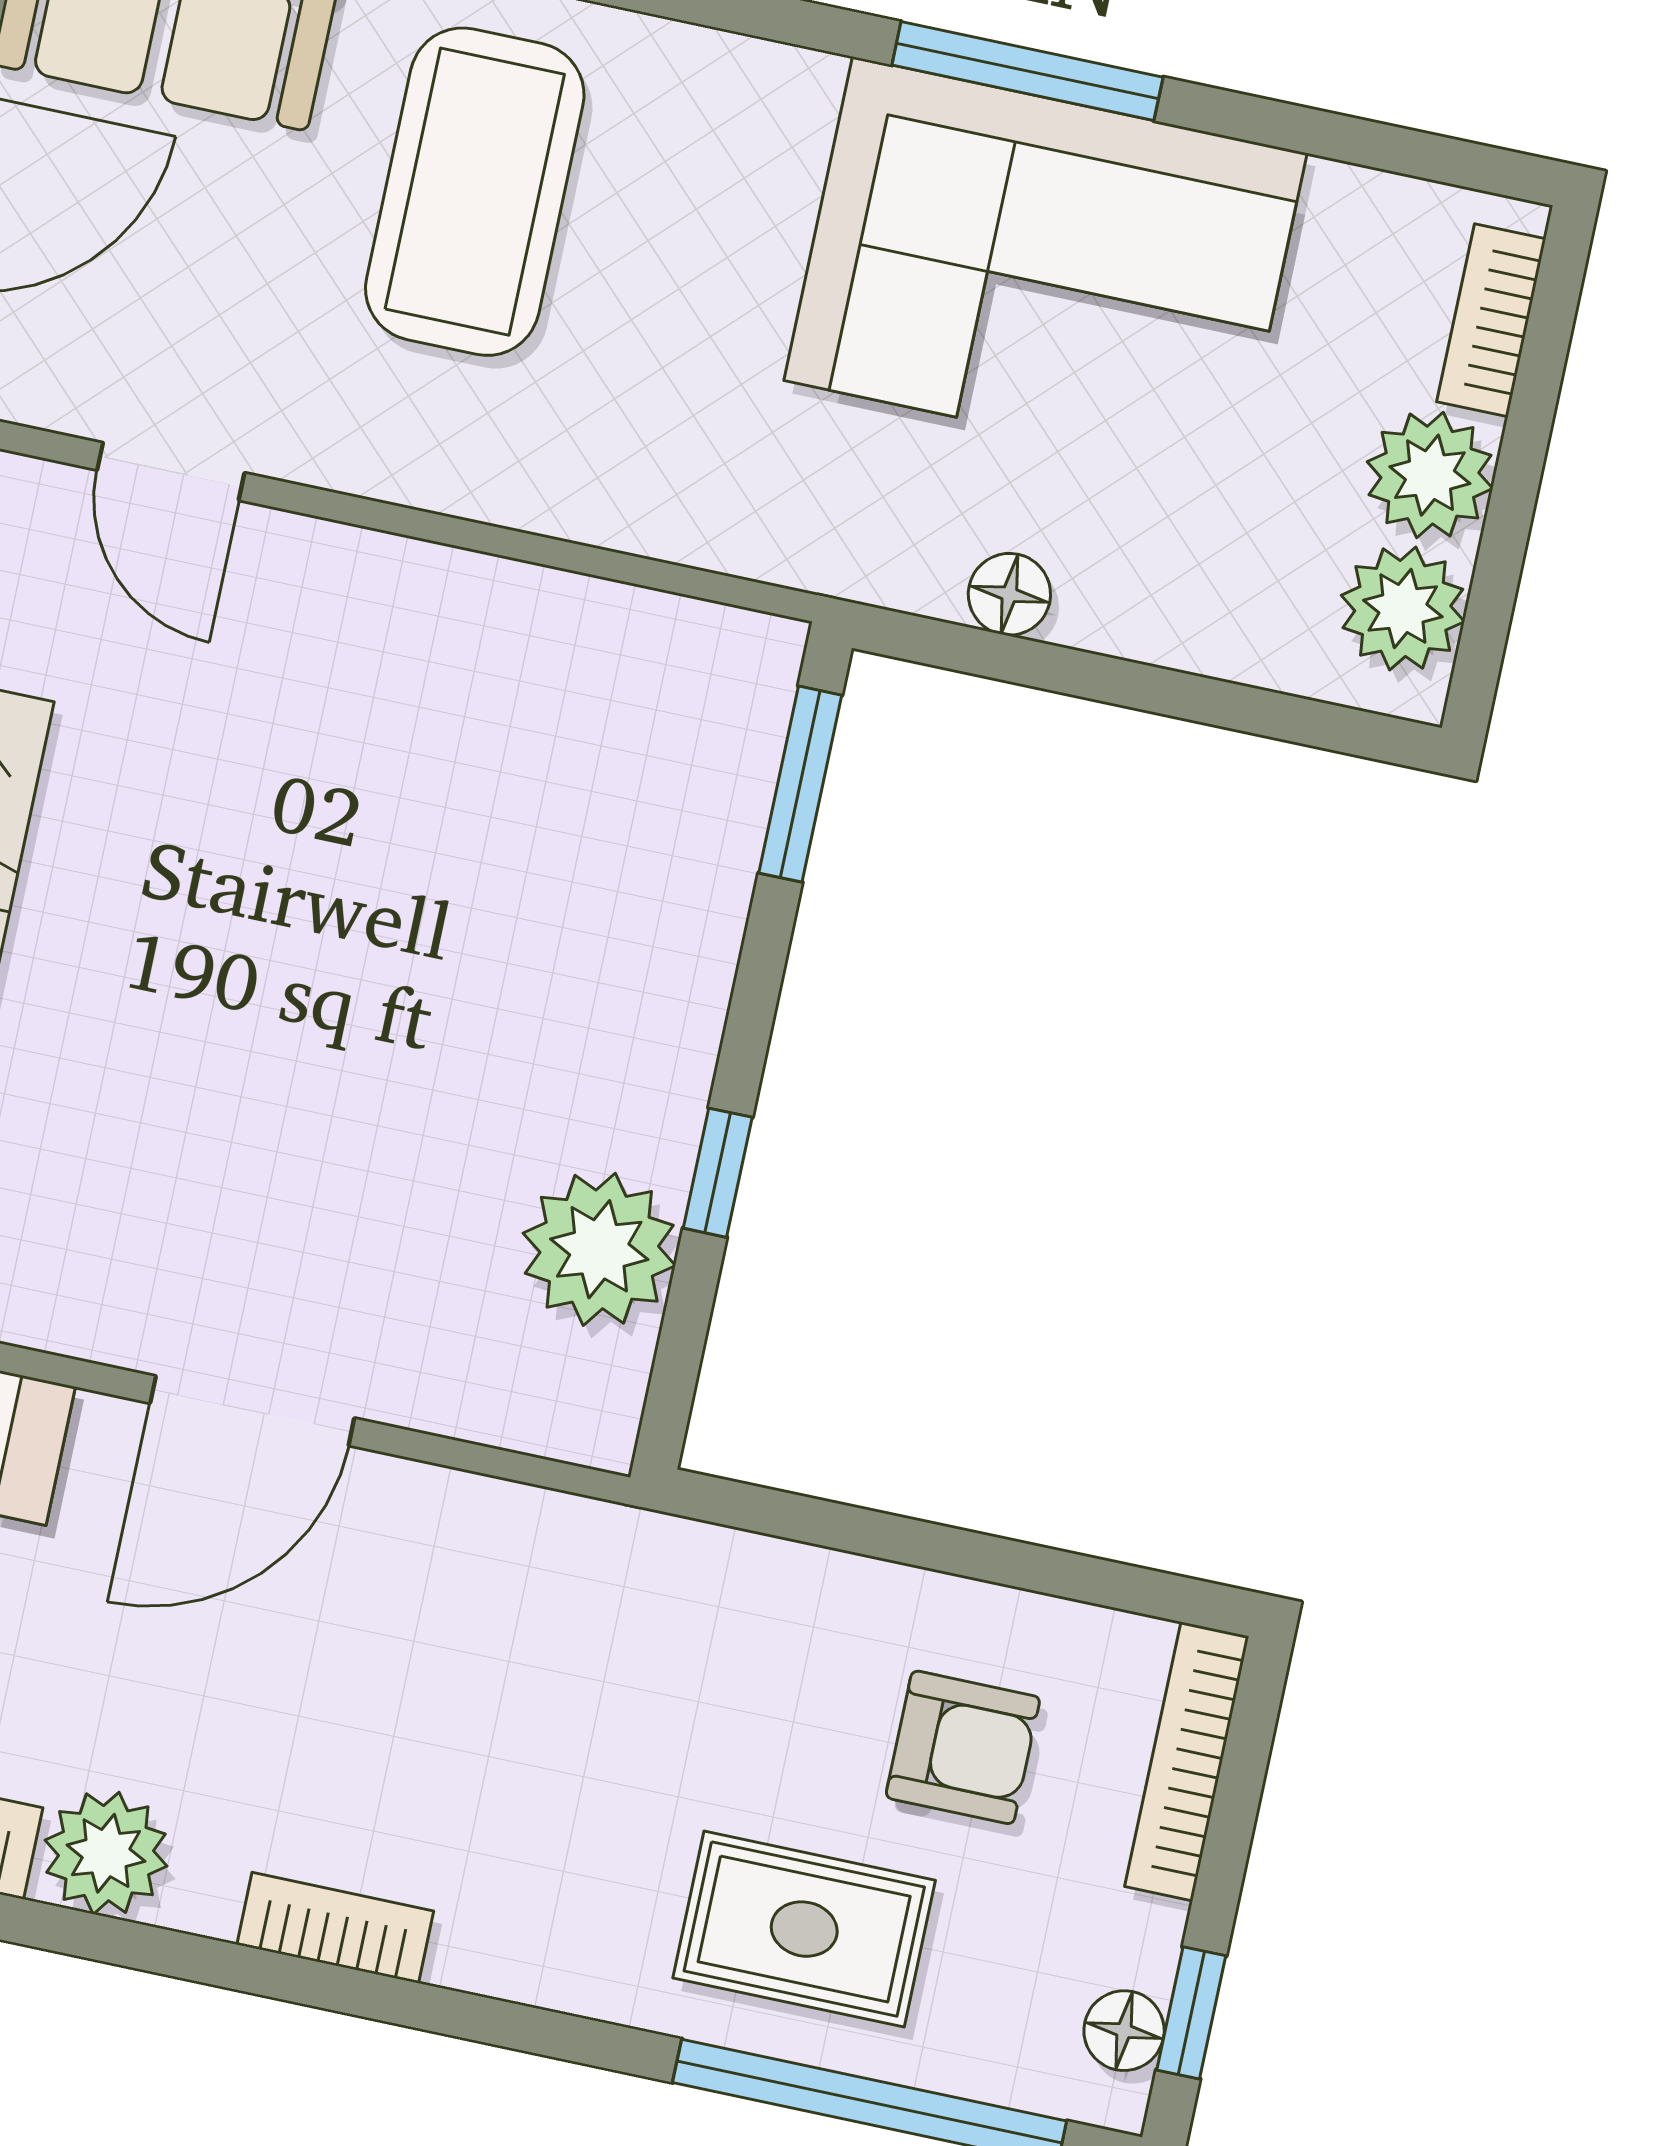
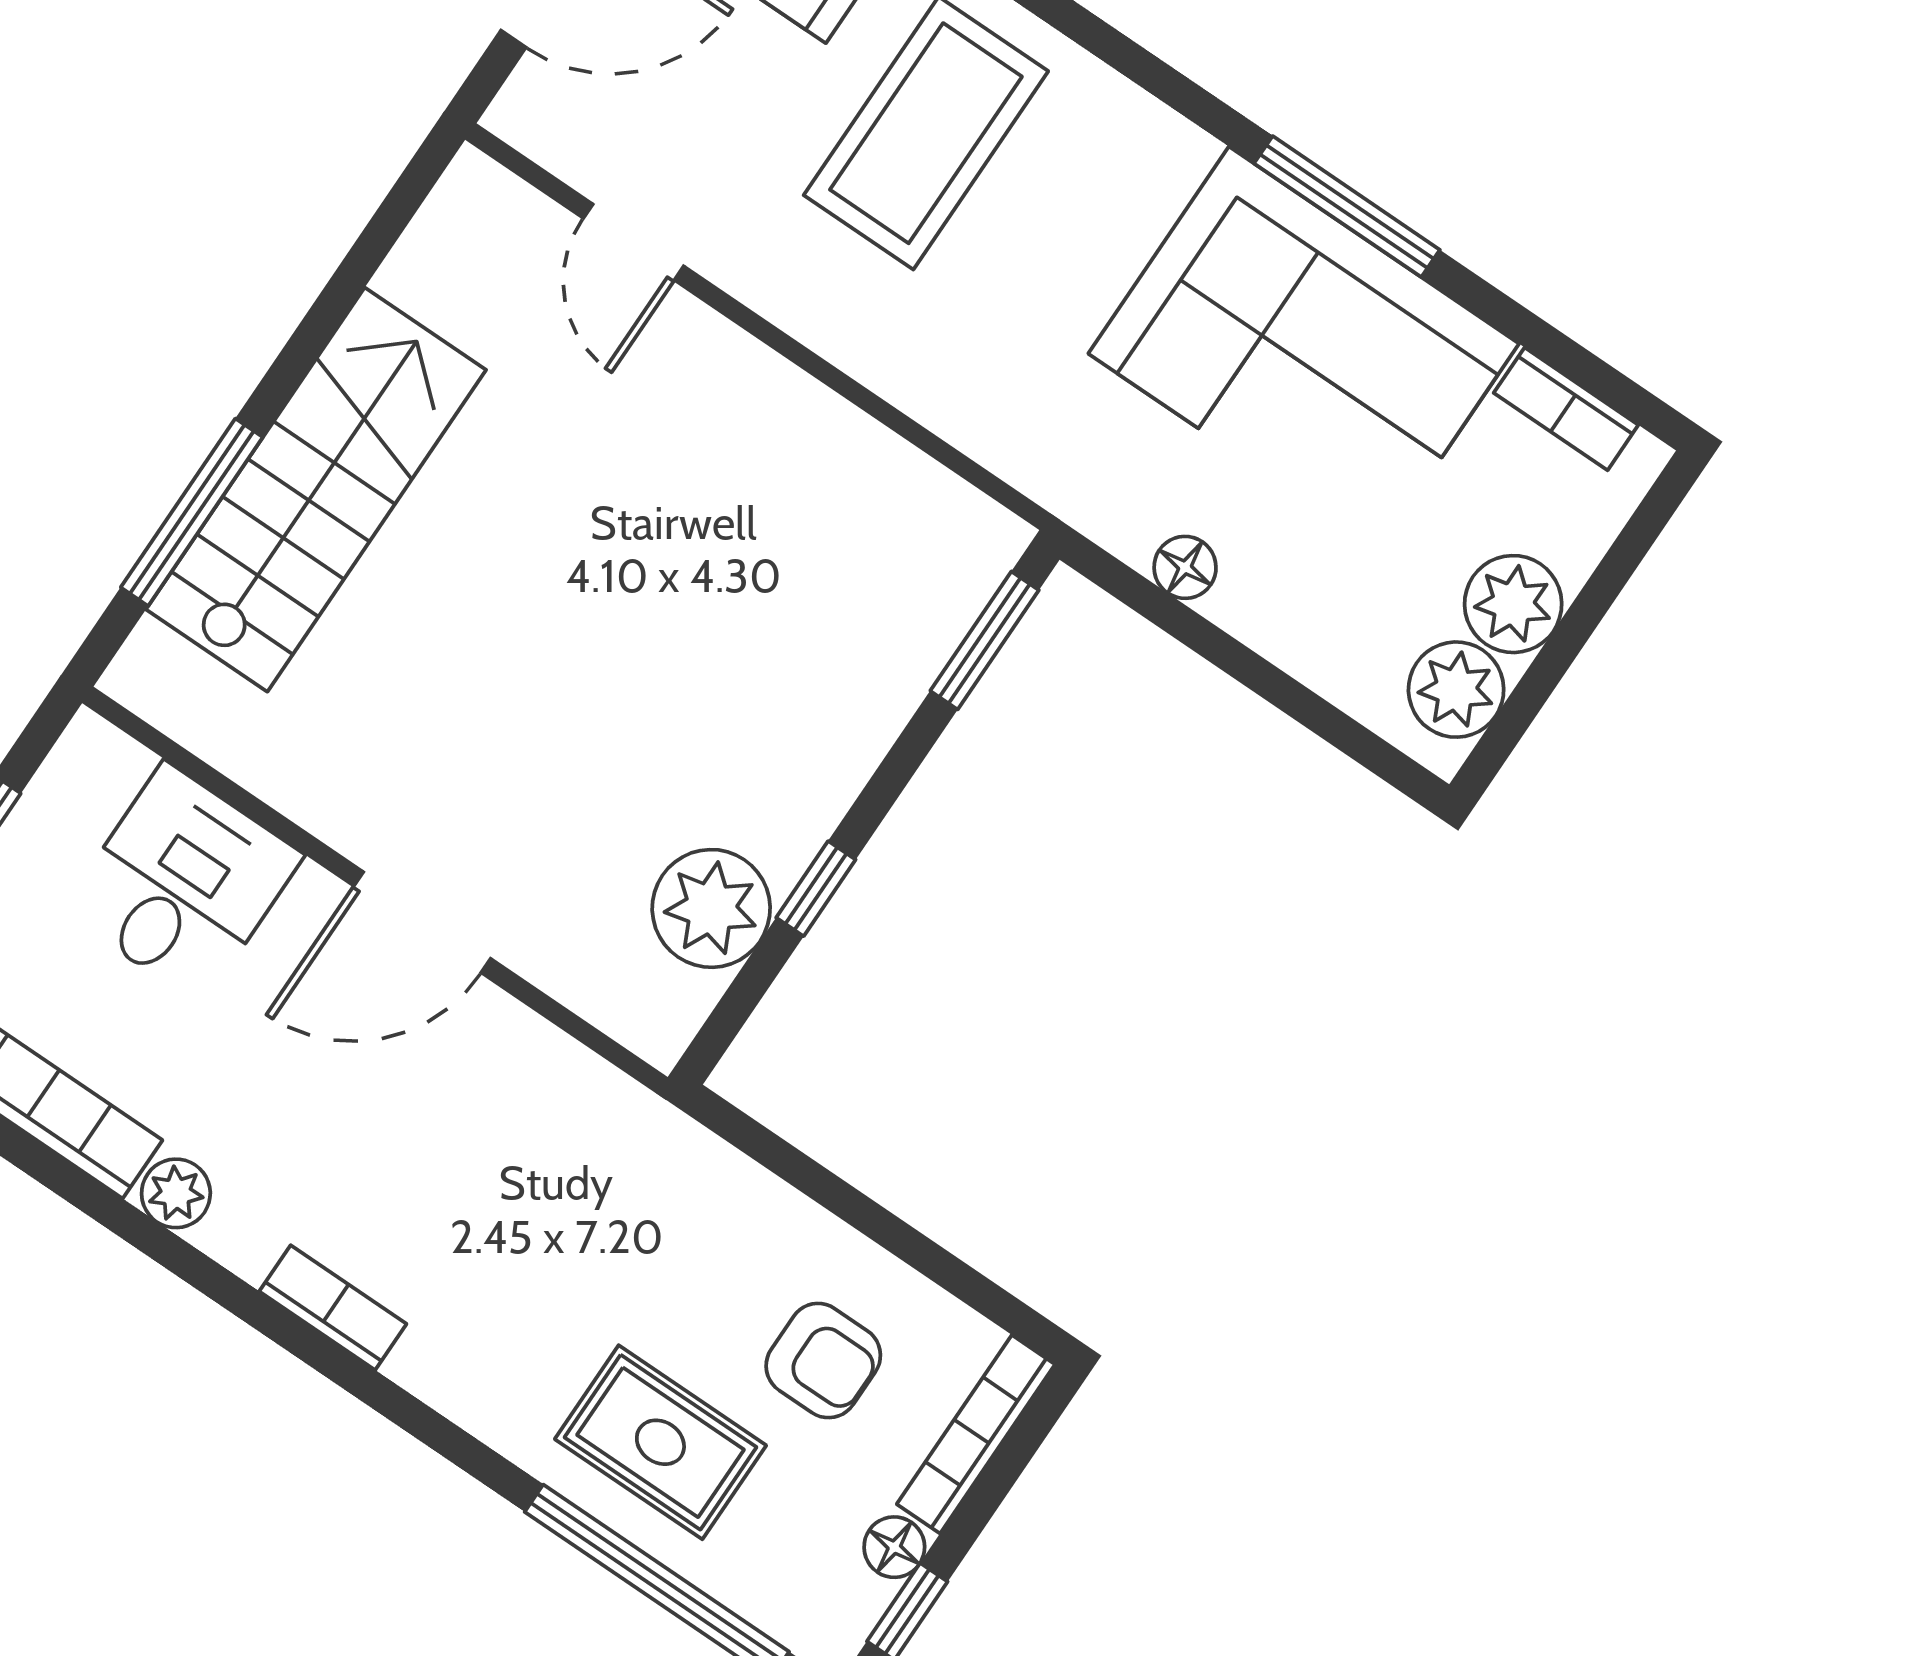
bookcase: (1491, 320) -> (1566, 409), moved, turned -90
plant: (106, 1853) -> (176, 1193), width x0.73, depth x0.73
floor lamp: (1124, 2031) -> (894, 1547), moved

